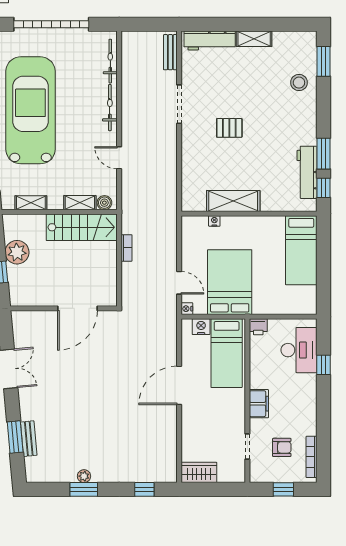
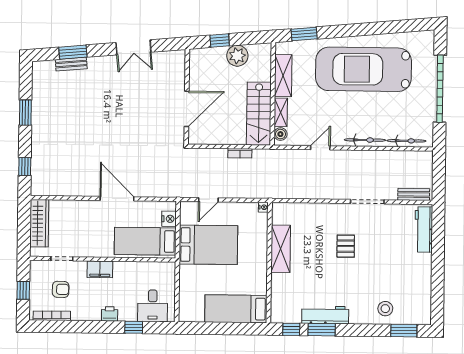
shelving: (254, 39) -> (425, 269), removed
car: (30, 110) -> (363, 69), turned 180
workbench: (307, 172) -> (325, 315), moved
shelving: (31, 203) -> (283, 76), width x1.50, depth x1.33
nightstand: (214, 221) -> (263, 207), moved
door: (77, 308) -> (187, 109), swing flipped
nightstand: (187, 309) -> (185, 206), removed
printer: (258, 327) -> (110, 314), moved, turned 90
desk: (299, 350) -> (153, 306), width x0.73
armchair: (282, 447) -> (61, 289), turned -89
wardrobe: (199, 472) -> (39, 223), width x1.50
plant: (84, 476) -> (37, 113), removed

